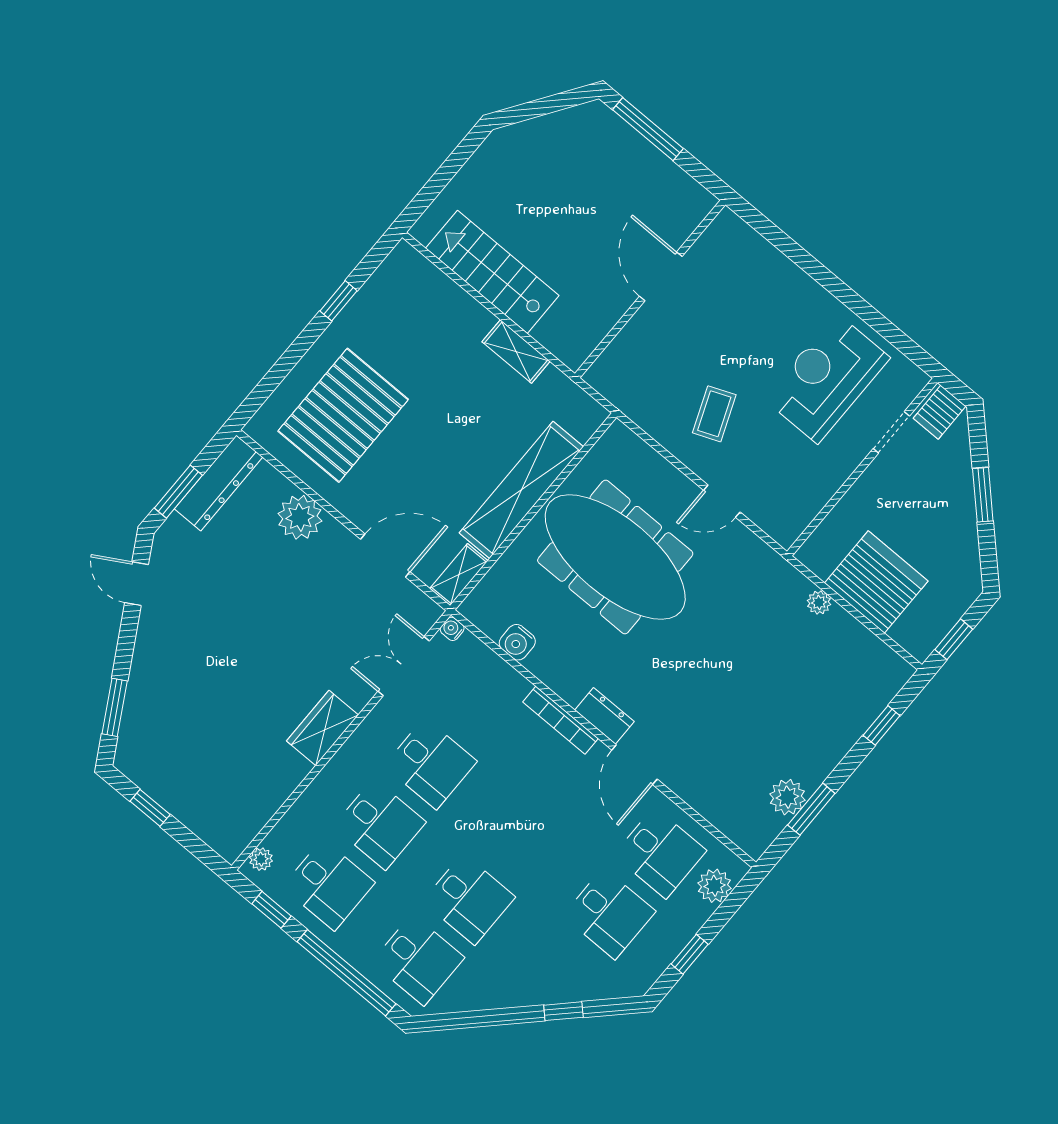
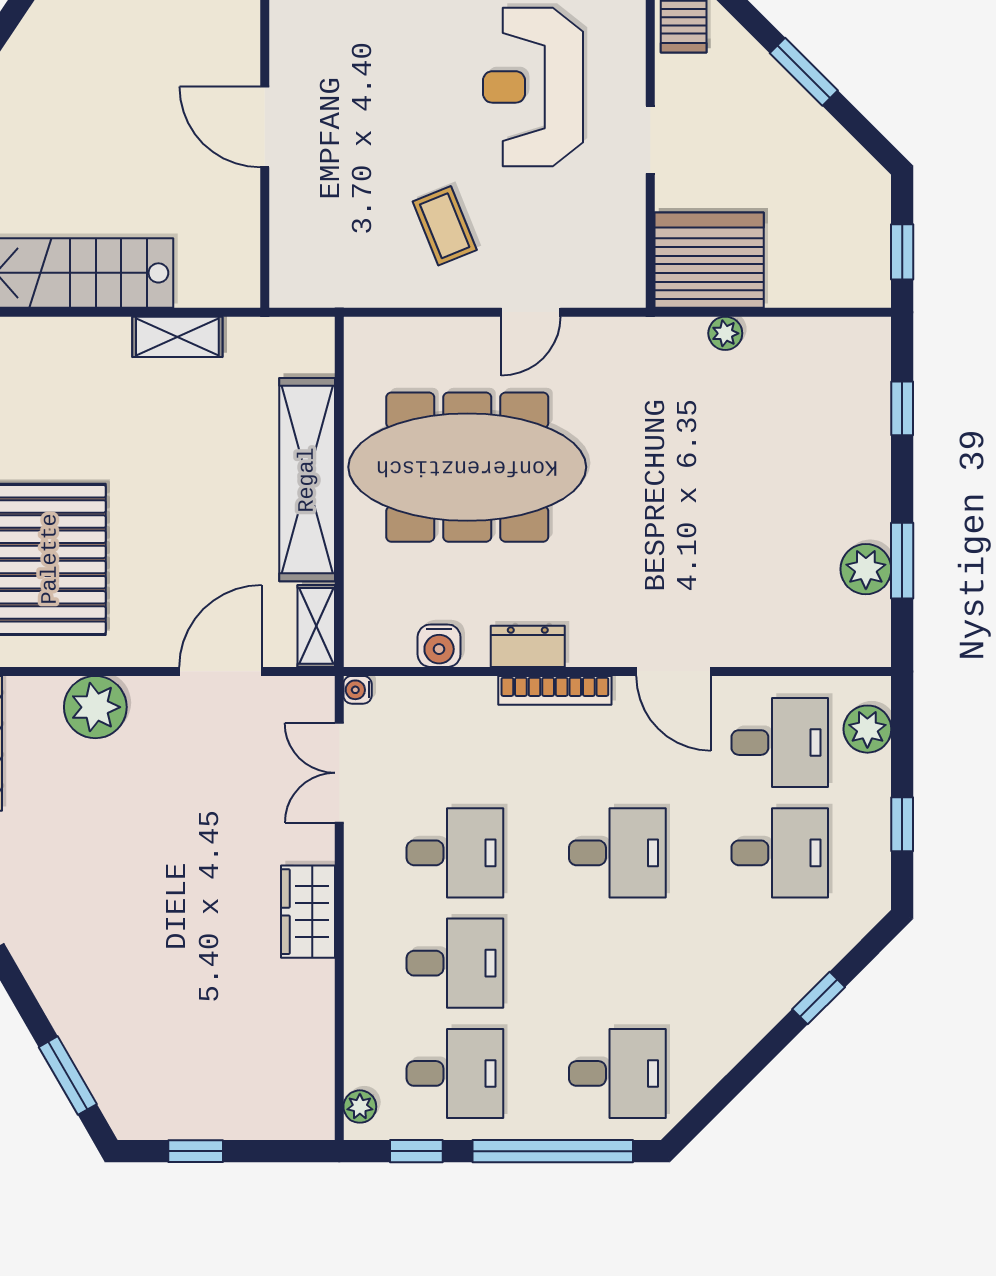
doorway: (891, 432) -> (650, 140), moved
server rack: (876, 582) -> (709, 260), moved
dresser: (604, 716) -> (528, 646), moved
desk: (469, 899) -> (617, 853), moved

